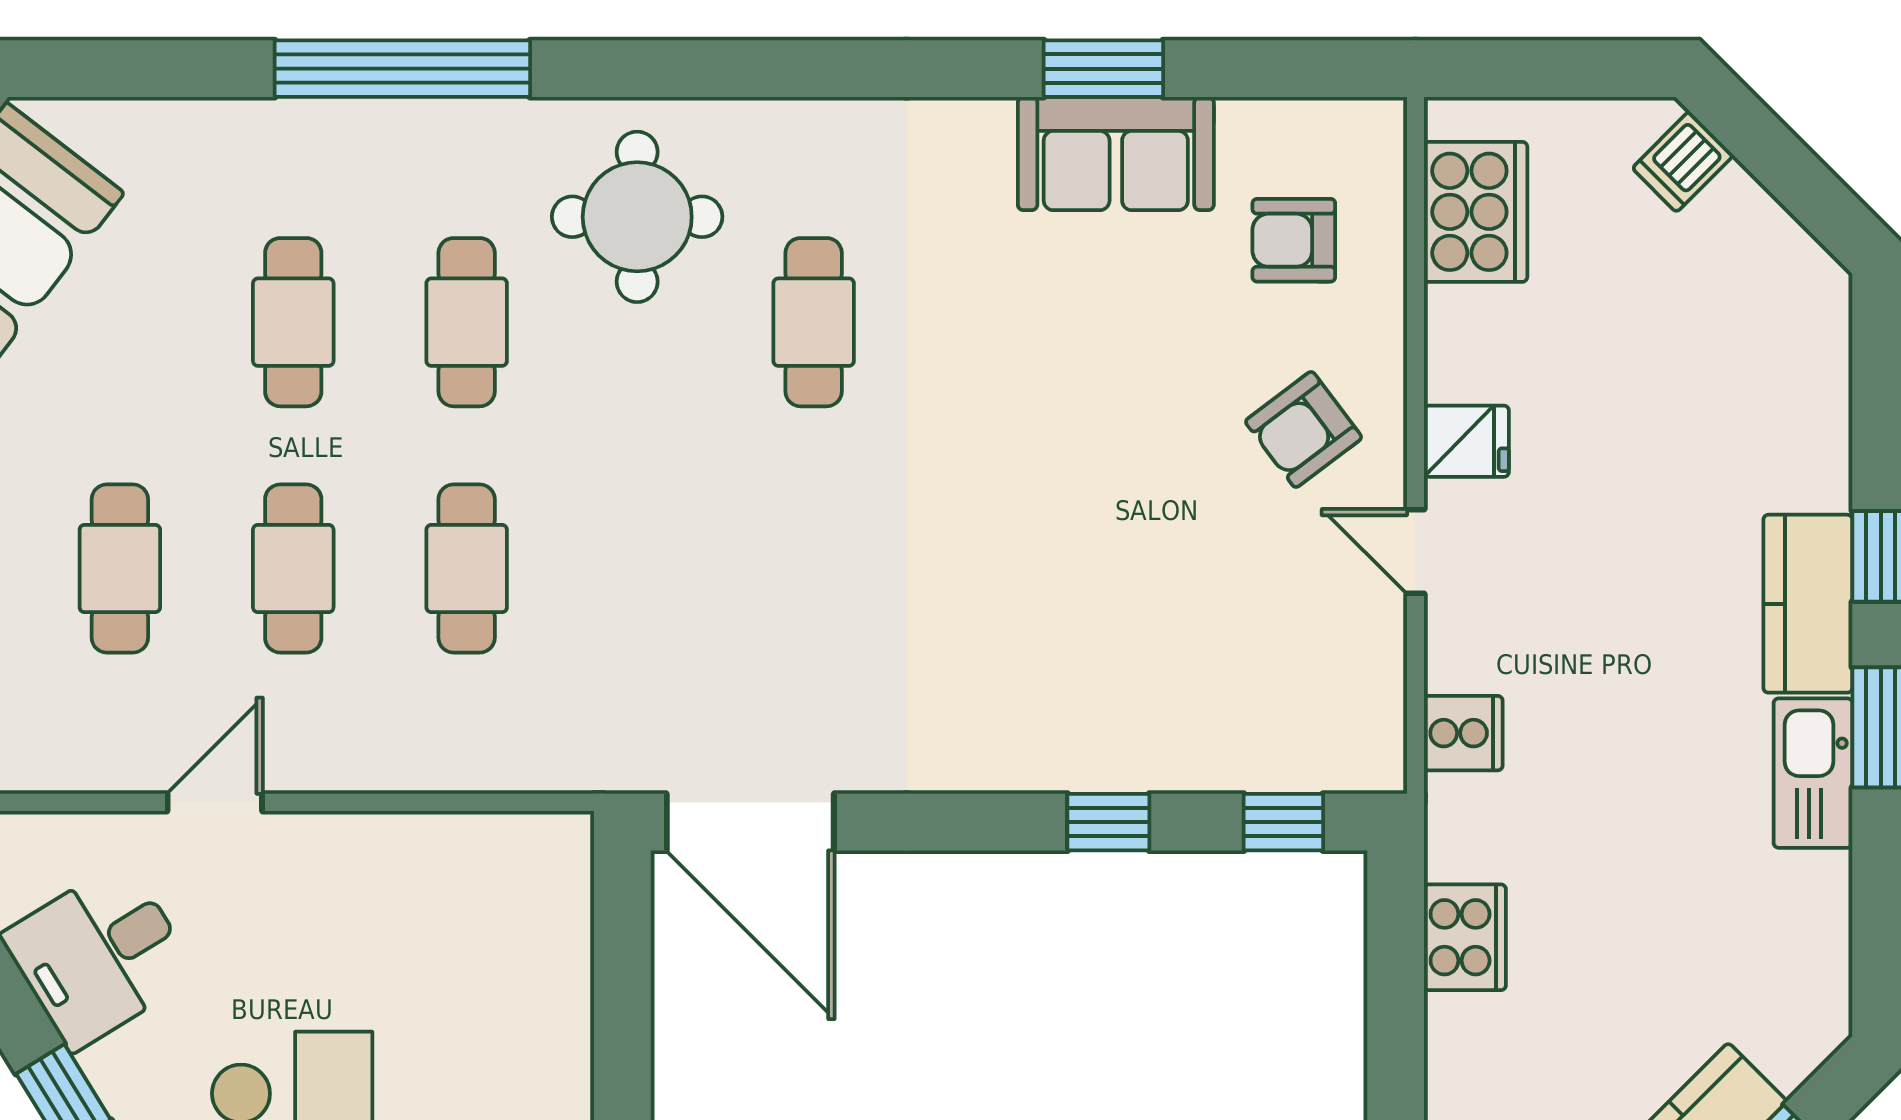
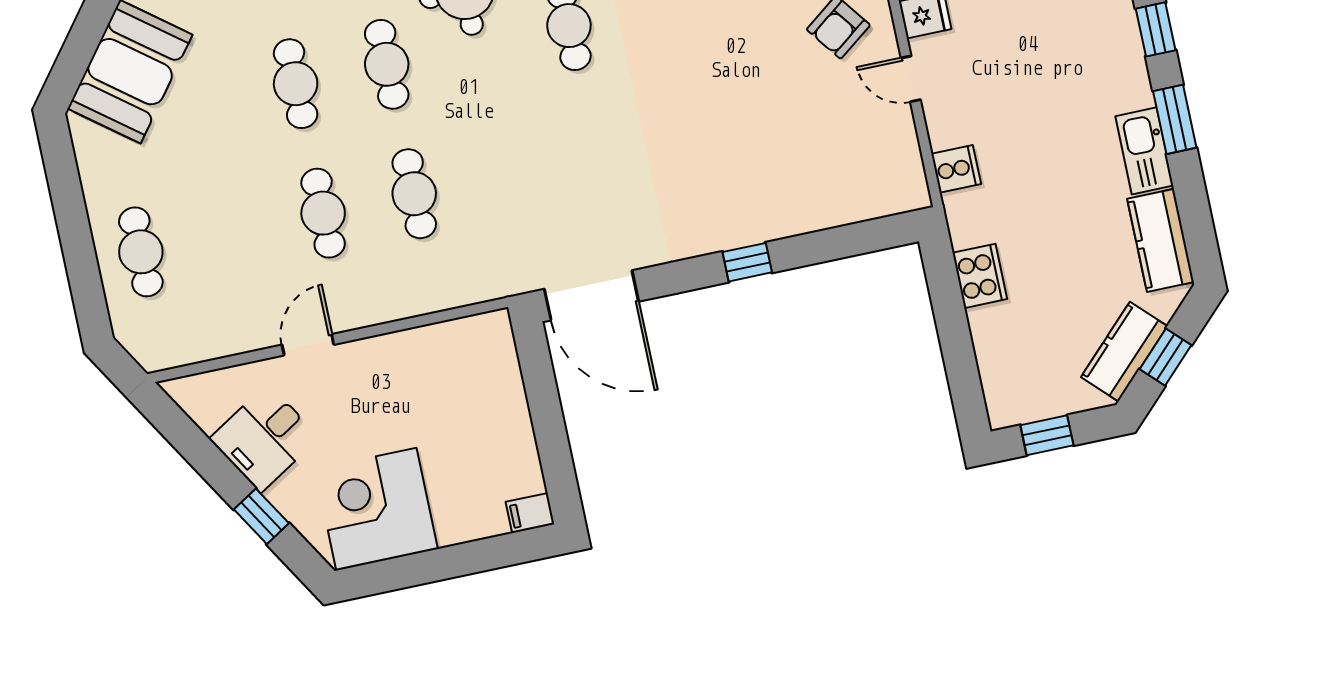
cafe table: (120, 569) -> (232, 232), removed
kitchen counter: (1808, 604) -> (1161, 240), moved
window: (1108, 822) -> (747, 262), moved
window: (1283, 822) -> (872, 236), removed

